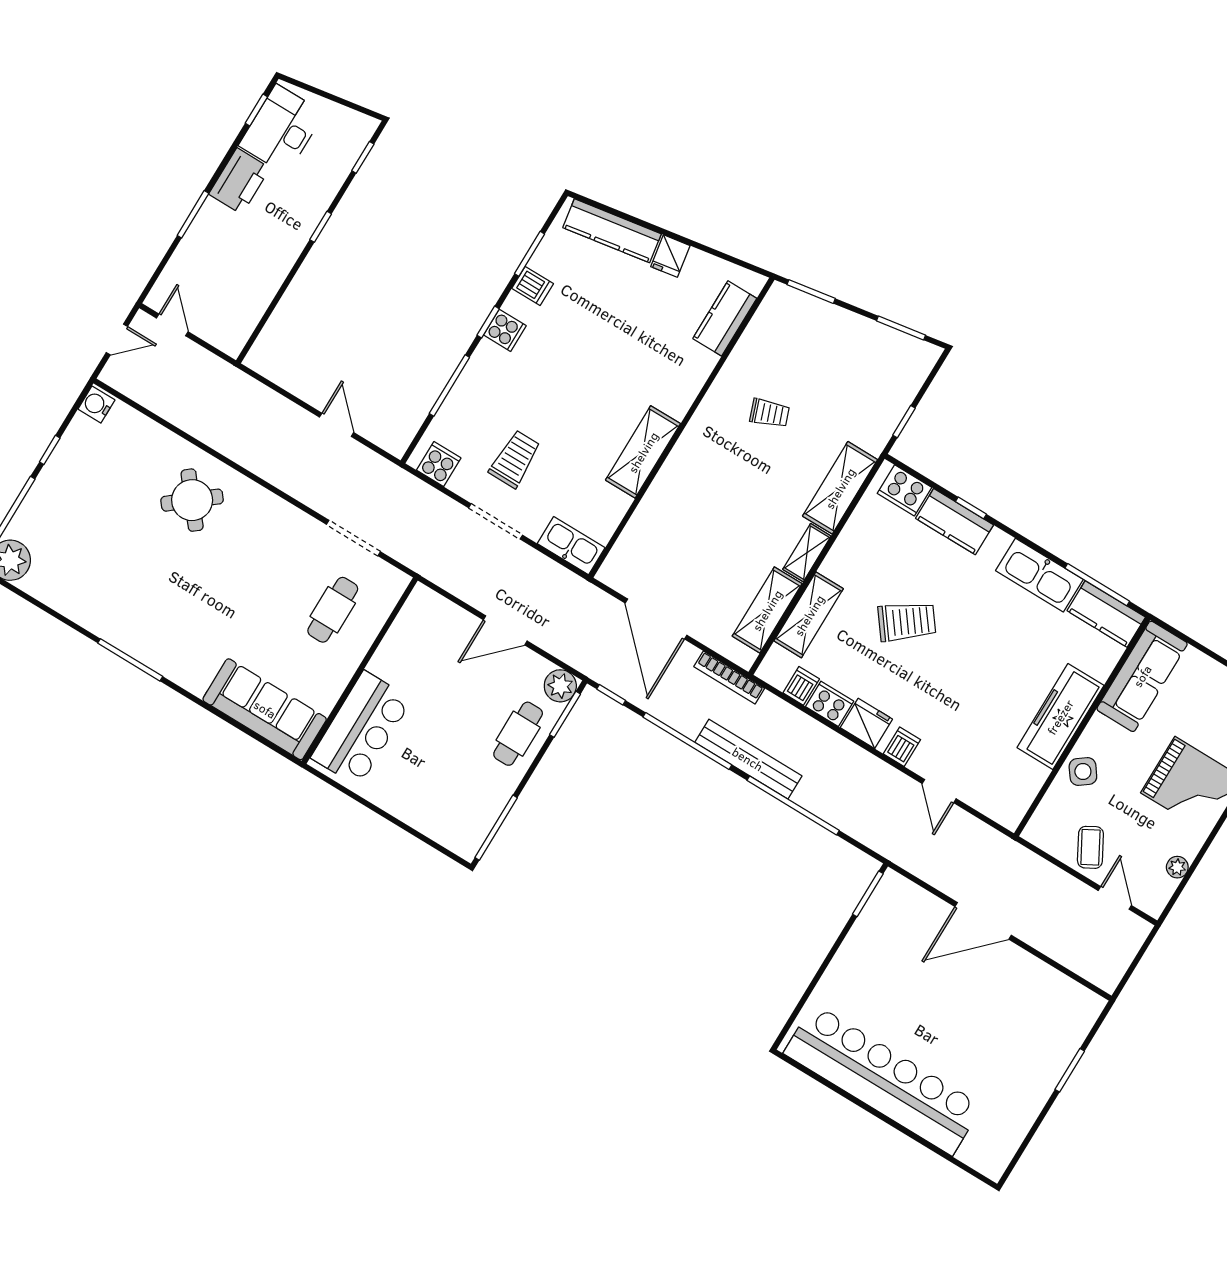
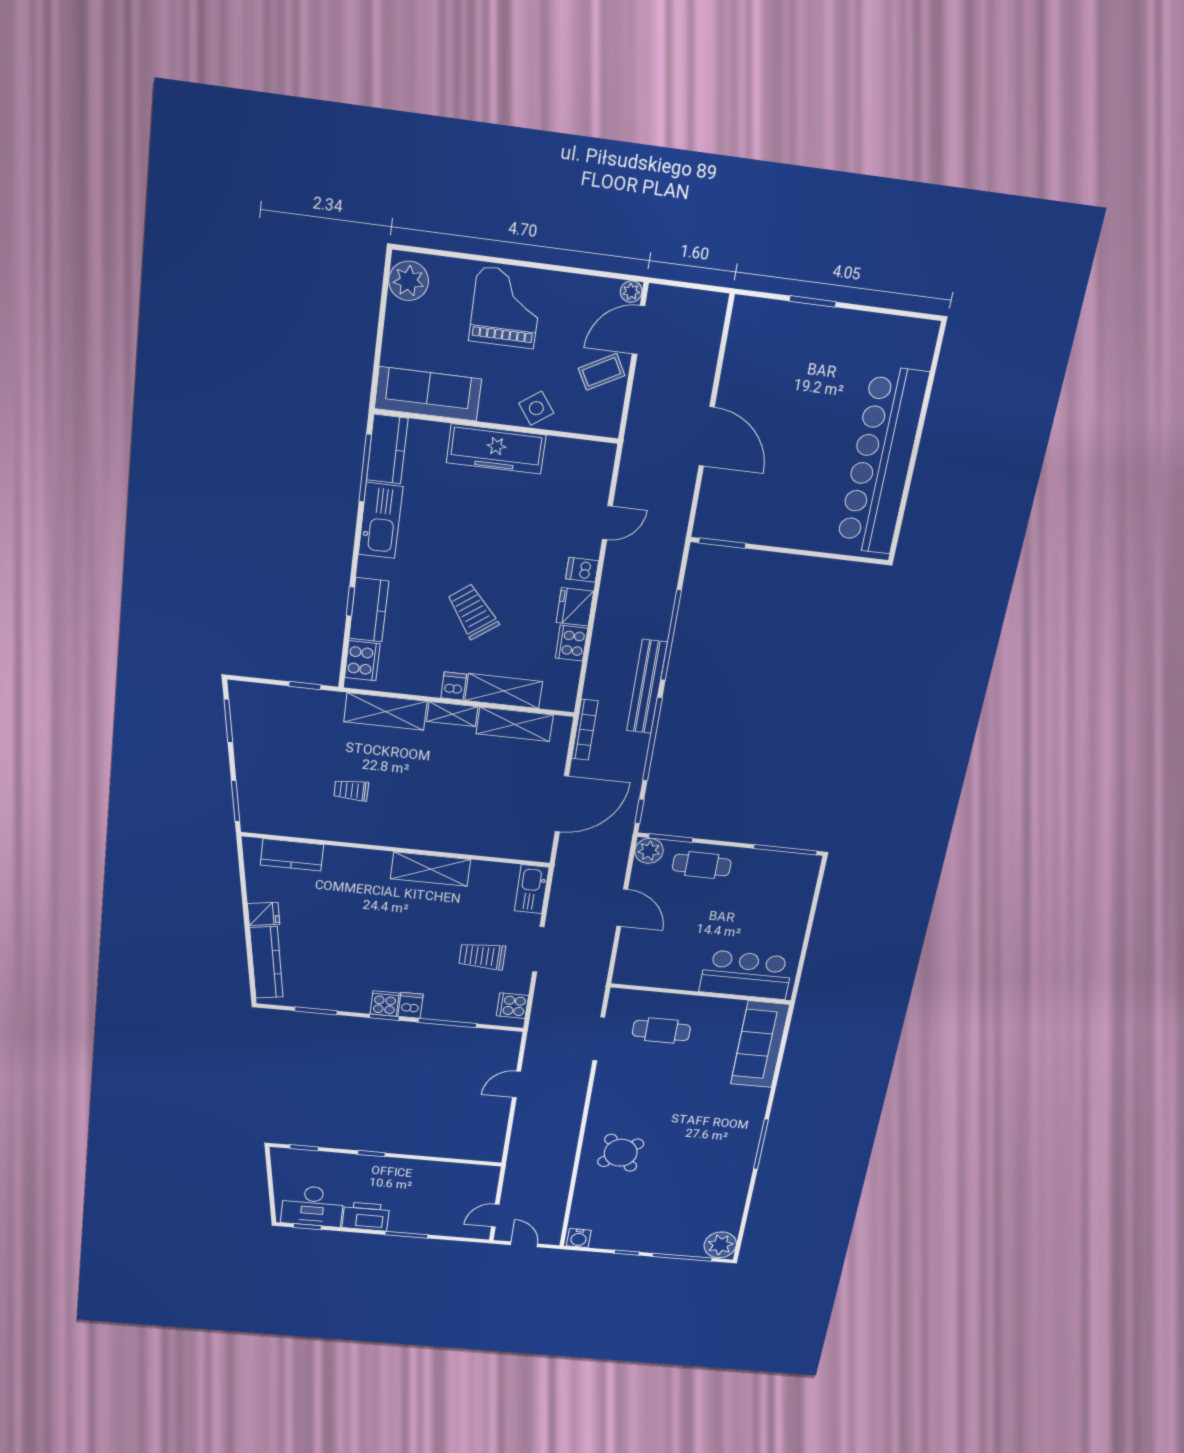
dishwasher: (533, 286) -> (411, 1005), moved
trolley: (770, 413) -> (351, 790), turned -70
dishwasher: (801, 686) -> (454, 686), moved, turned 90
plant: (1177, 867) -> (631, 292), moved
door: (1115, 898) -> (639, 330), width x1.38

